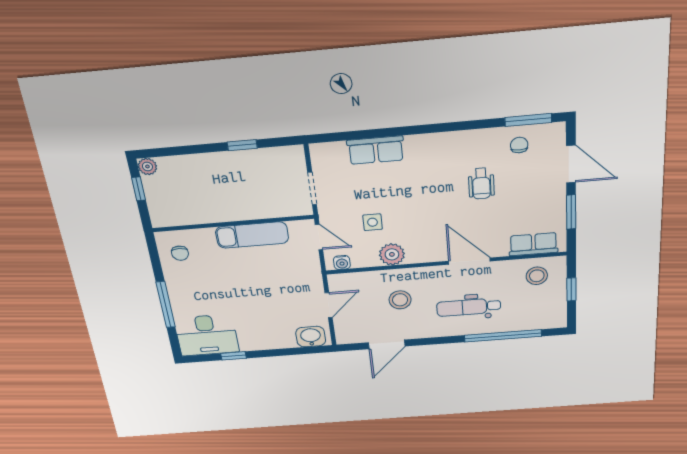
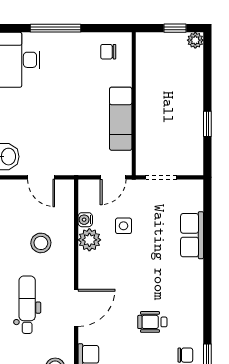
water cooler: (342, 263) -> (85, 220), moved

